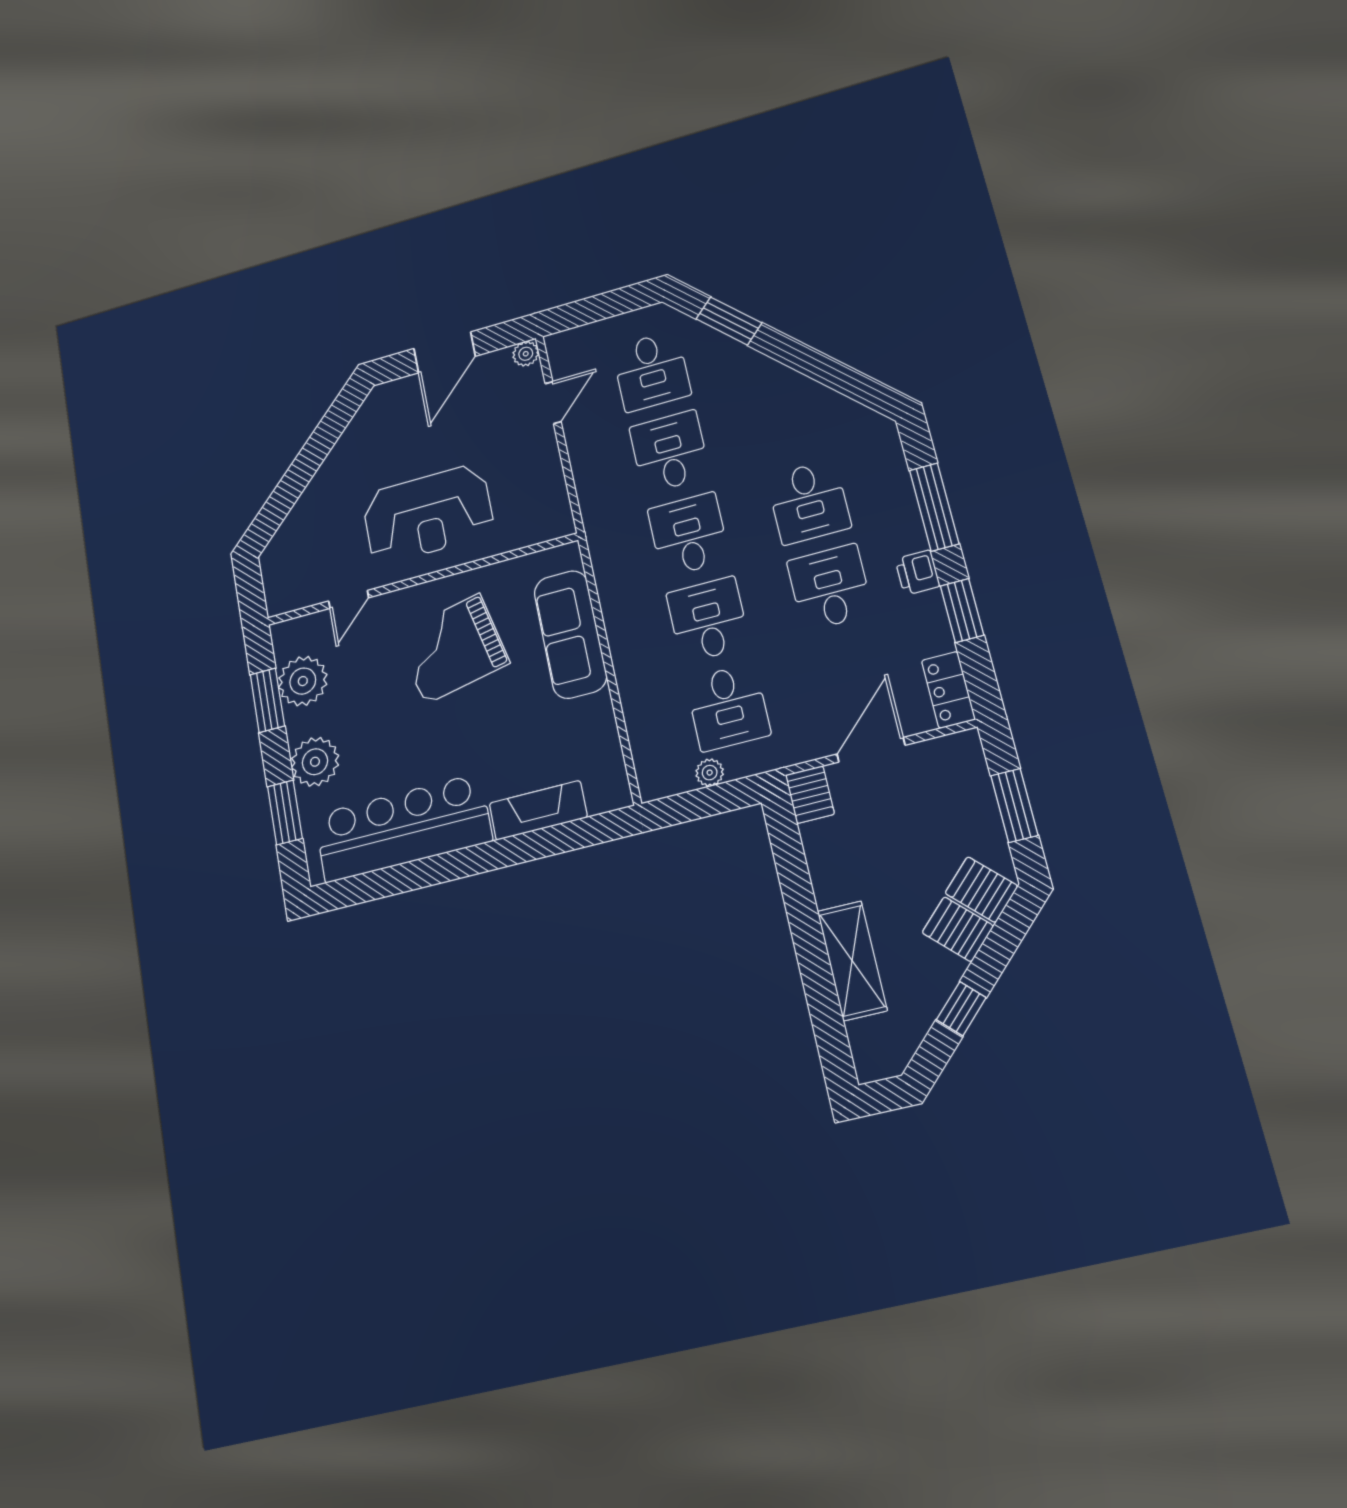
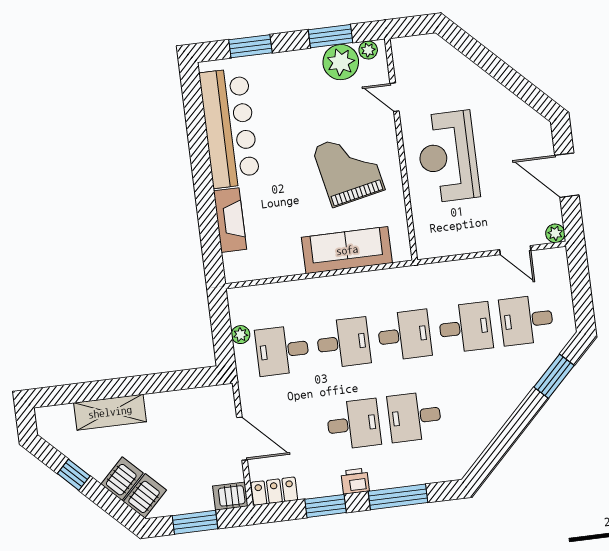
plant: (315, 762) -> (368, 50), moved, width x0.53, depth x0.53
server rack: (810, 794) -> (230, 496), moved

